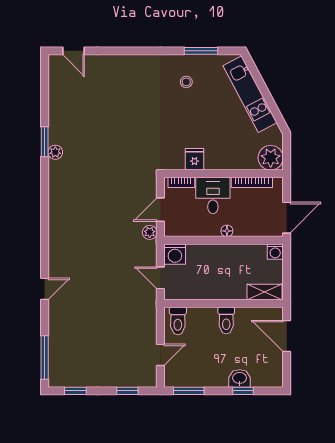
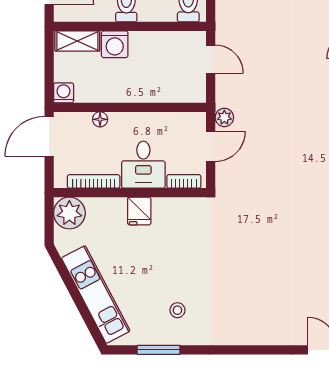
fridge: (194, 159) -> (139, 211), moved
floor lamp: (227, 231) -> (100, 119), moved
washing machine: (175, 254) -> (115, 44), moved, turned 180

